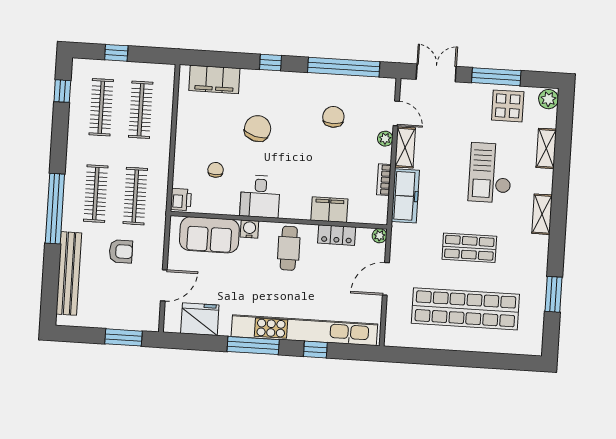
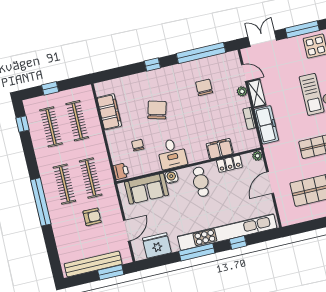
filing cabinet: (214, 79) -> (109, 112), moved, turned -90
bench: (69, 273) -> (93, 264), moved, turned 90

